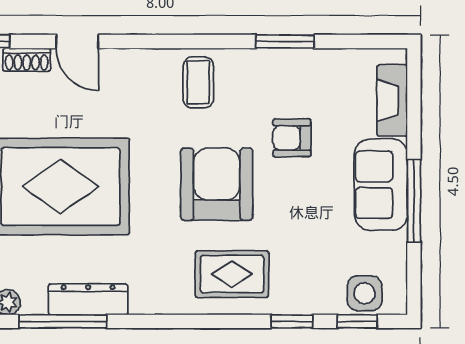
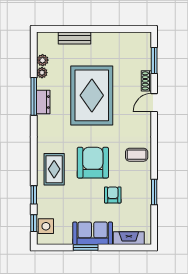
armchair: (217, 184) -> (93, 163), turned -90
window: (414, 201) -> (86, 247), width x0.69
dresser: (88, 299) -> (43, 102), width x0.70

